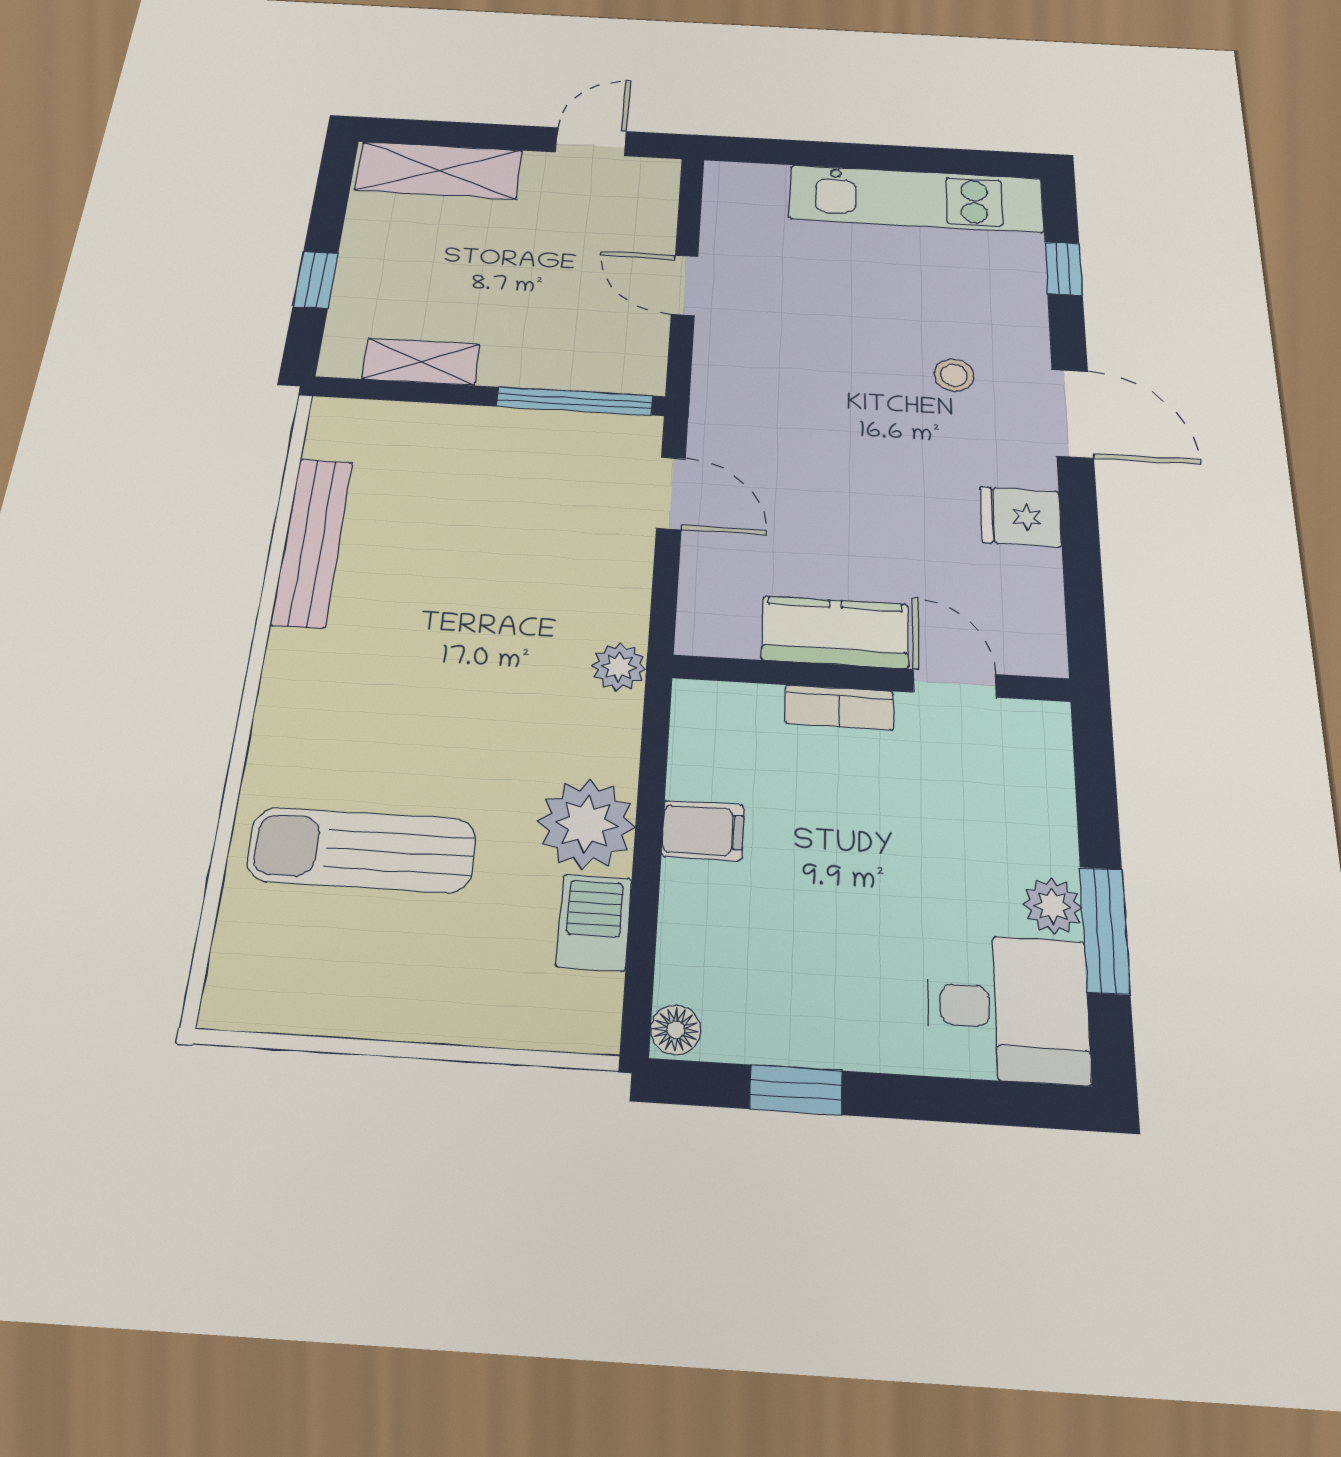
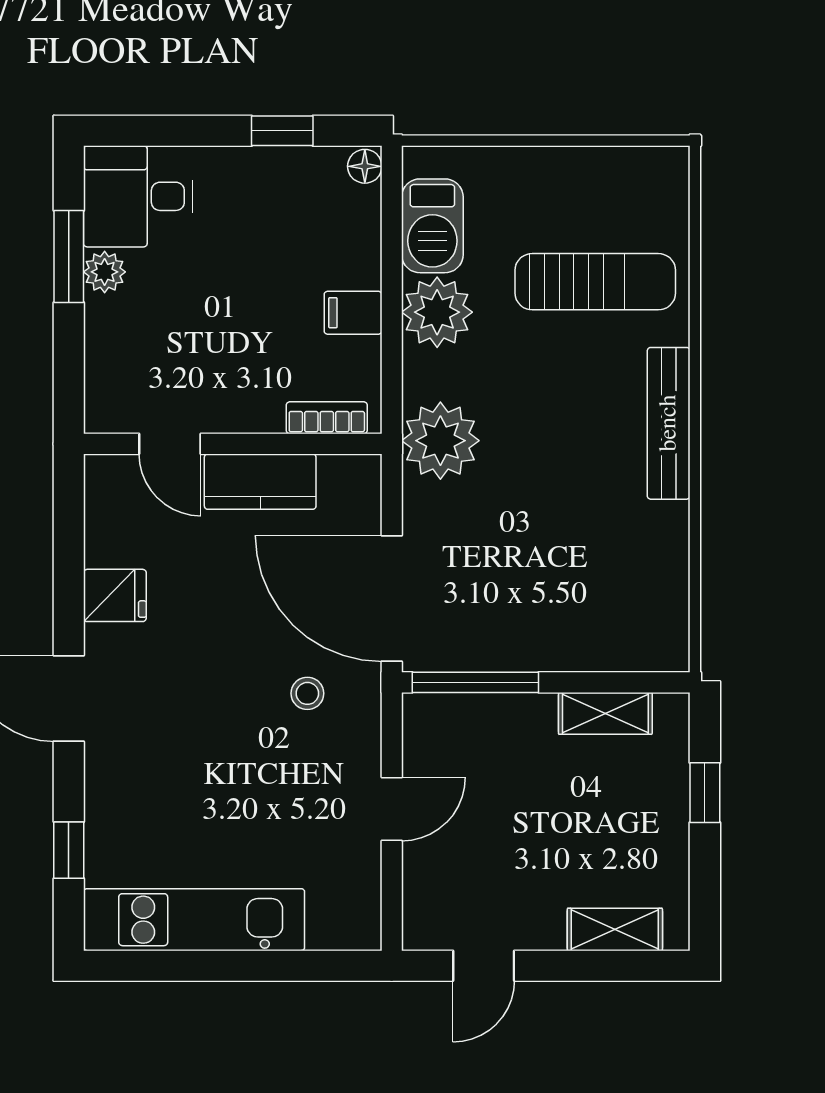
shelving: (439, 170) -> (615, 929), width x0.67, depth x0.75
door: (685, 285) -> (392, 809), hinge flipped
stool: (954, 375) -> (307, 693), moved
door: (671, 493) -> (392, 598), width x1.88
bench: (312, 542) -> (669, 423), moved
plant: (619, 667) -> (440, 441), width x1.87, depth x1.87
bookcase: (839, 708) -> (327, 418), moved
barbecue: (594, 922) -> (432, 226), width x1.38, depth x1.27

